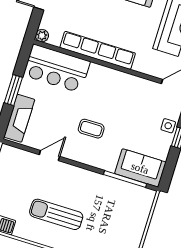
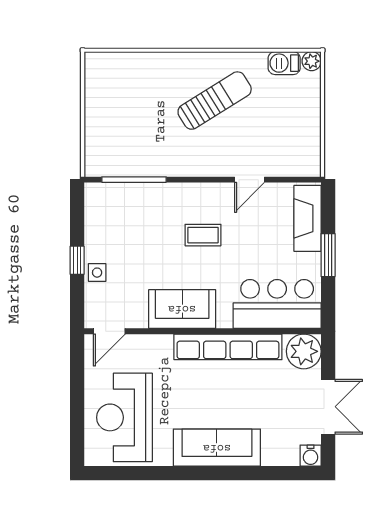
plant: (42, 36) -> (304, 351), width x1.88, depth x1.88
sofa: (140, 168) -> (182, 309), moved, turned 180
sun lounger: (56, 214) -> (215, 101), turned -32

